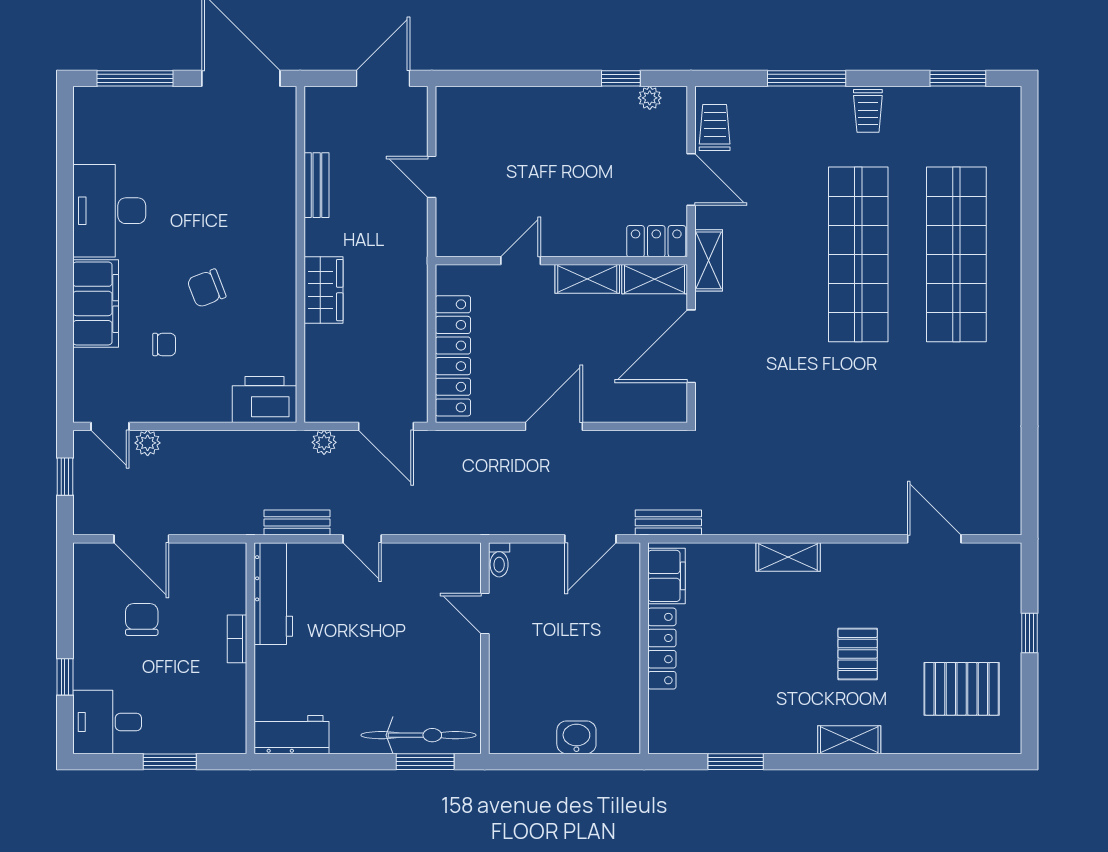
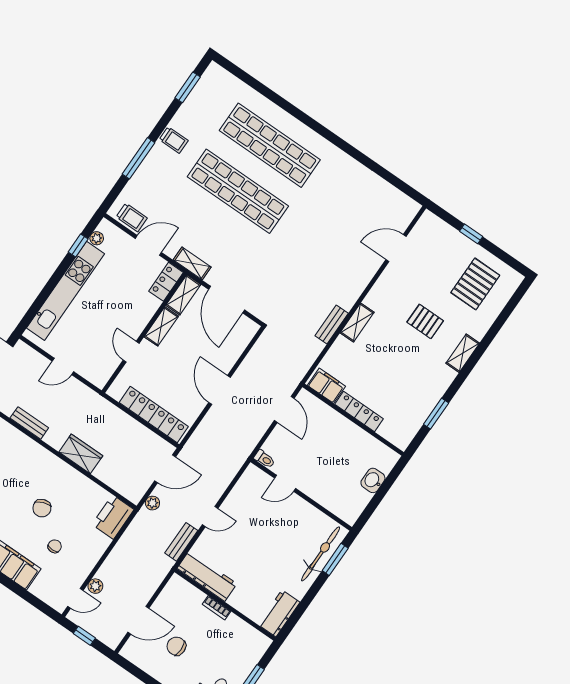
kitchen unit: (543, 105) -> (65, 291), added
trolley: (715, 127) -> (132, 217), turned 180
bench: (668, 522) -> (332, 325), moved

